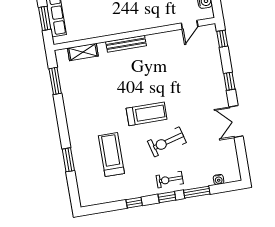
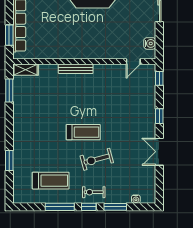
shelving: (83, 52) -> (25, 70), moved
treadmill: (111, 155) -> (51, 181), moved, turned 90
window: (134, 203) -> (60, 207), width x2.17

